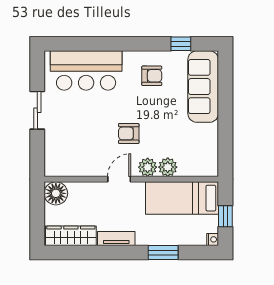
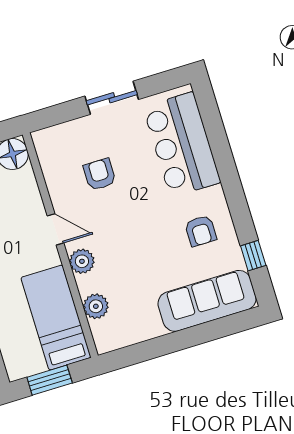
armchair: (129, 133) -> (100, 174), moved
plant: (168, 167) -> (96, 306), moved
window: (225, 216) -> (50, 380), width x1.50
nightstand: (213, 239) -> (15, 373), removed

